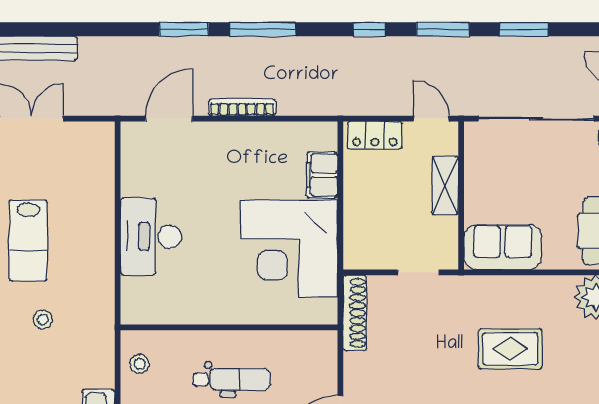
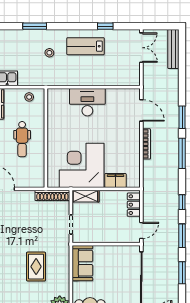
shelving: (445, 186) -> (85, 196), moved

